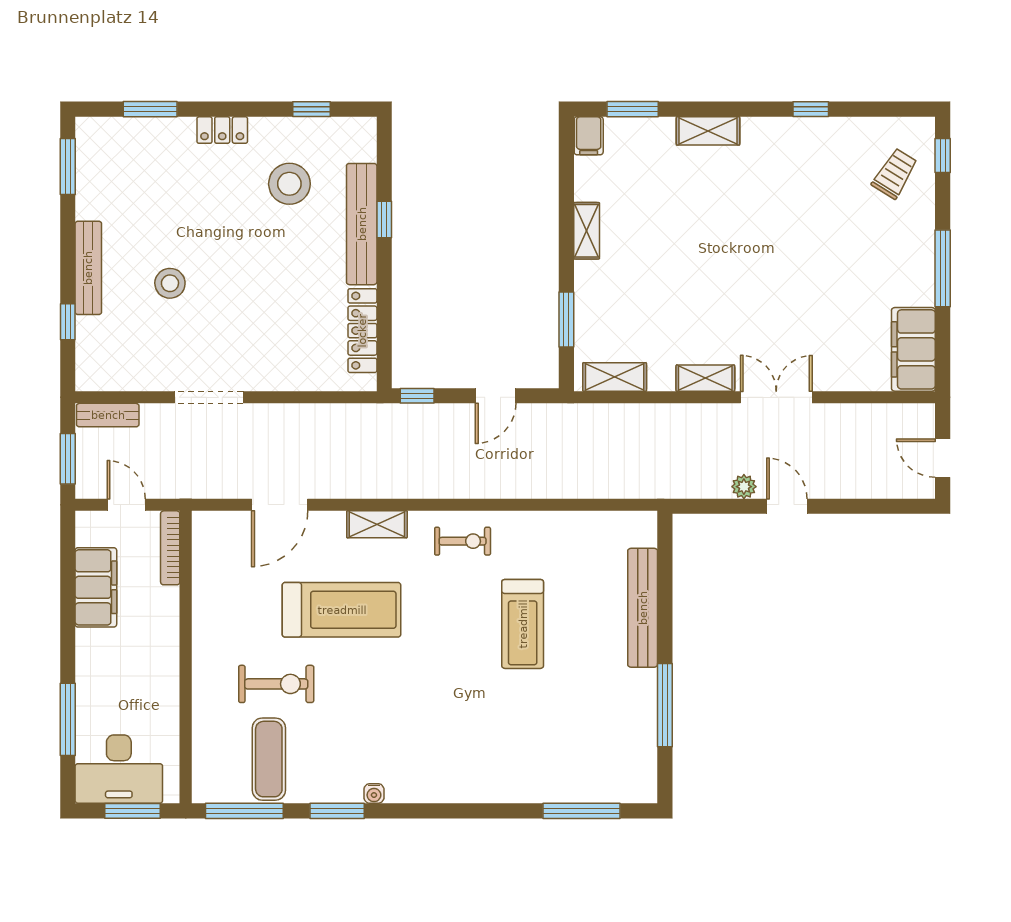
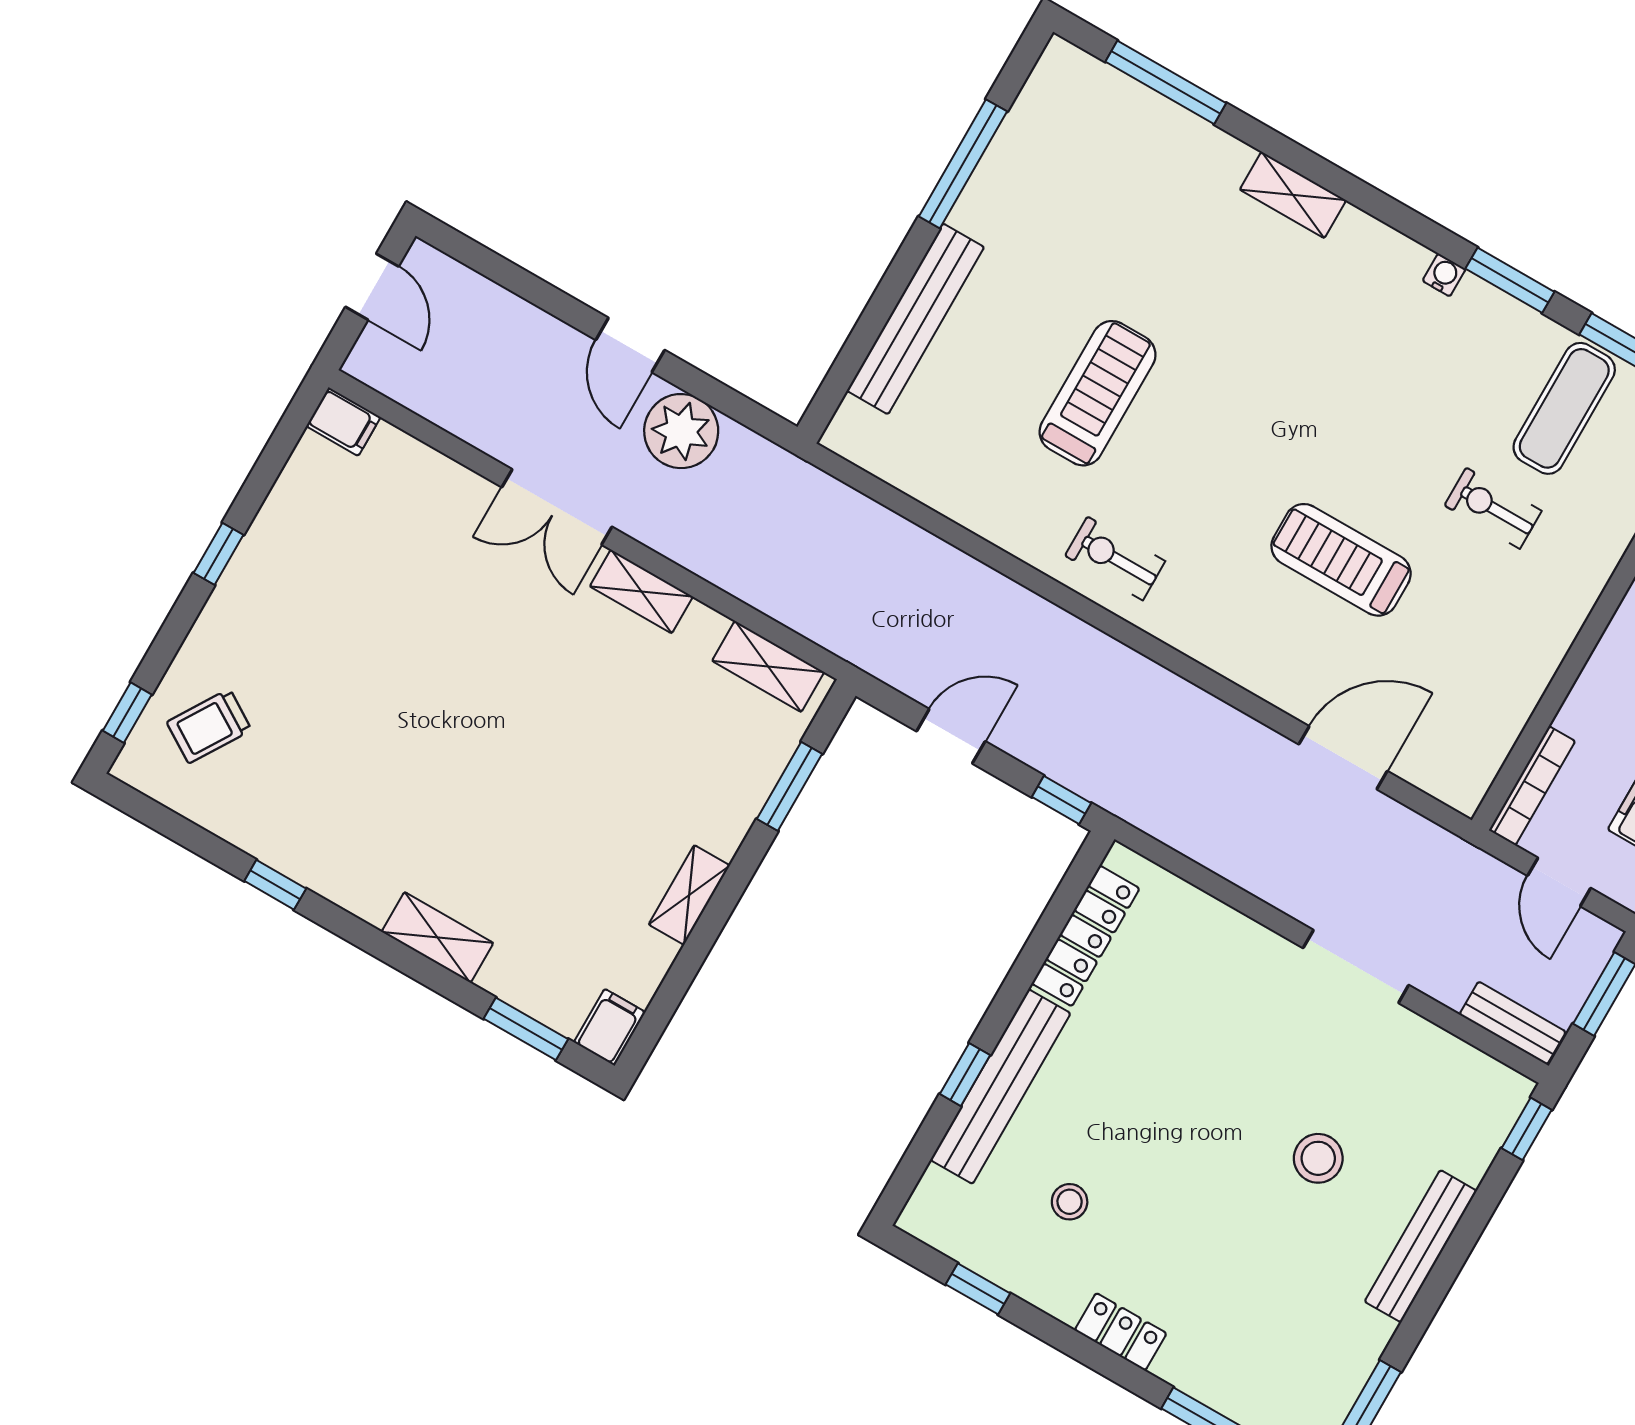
stool: (289, 184) -> (1070, 1202), width x0.53, depth x0.53
window: (943, 268) -> (218, 554), width x0.46
window: (68, 322) -> (1527, 1129), moved
filing cabinet: (913, 349) -> (343, 422), width x0.33, depth x0.86
plant: (744, 487) -> (681, 431), width x1.87, depth x1.87
shelving: (377, 524) -> (1293, 195), moved
treadmill: (342, 610) -> (1341, 560), width x0.73, depth x0.73
exercise bike: (276, 684) -> (1493, 508), width x0.73, depth x0.72

